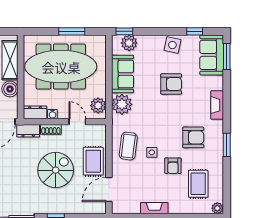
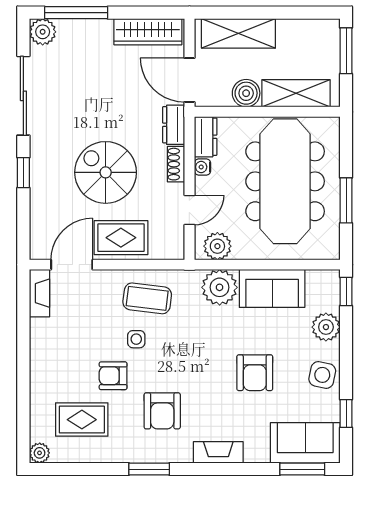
plant: (129, 43) -> (326, 327), moved
spiral stairs: (56, 170) -> (106, 172), turned 180
door: (109, 190) -> (72, 265), hinge flipped
fireplace: (154, 208) -> (40, 293), moved

